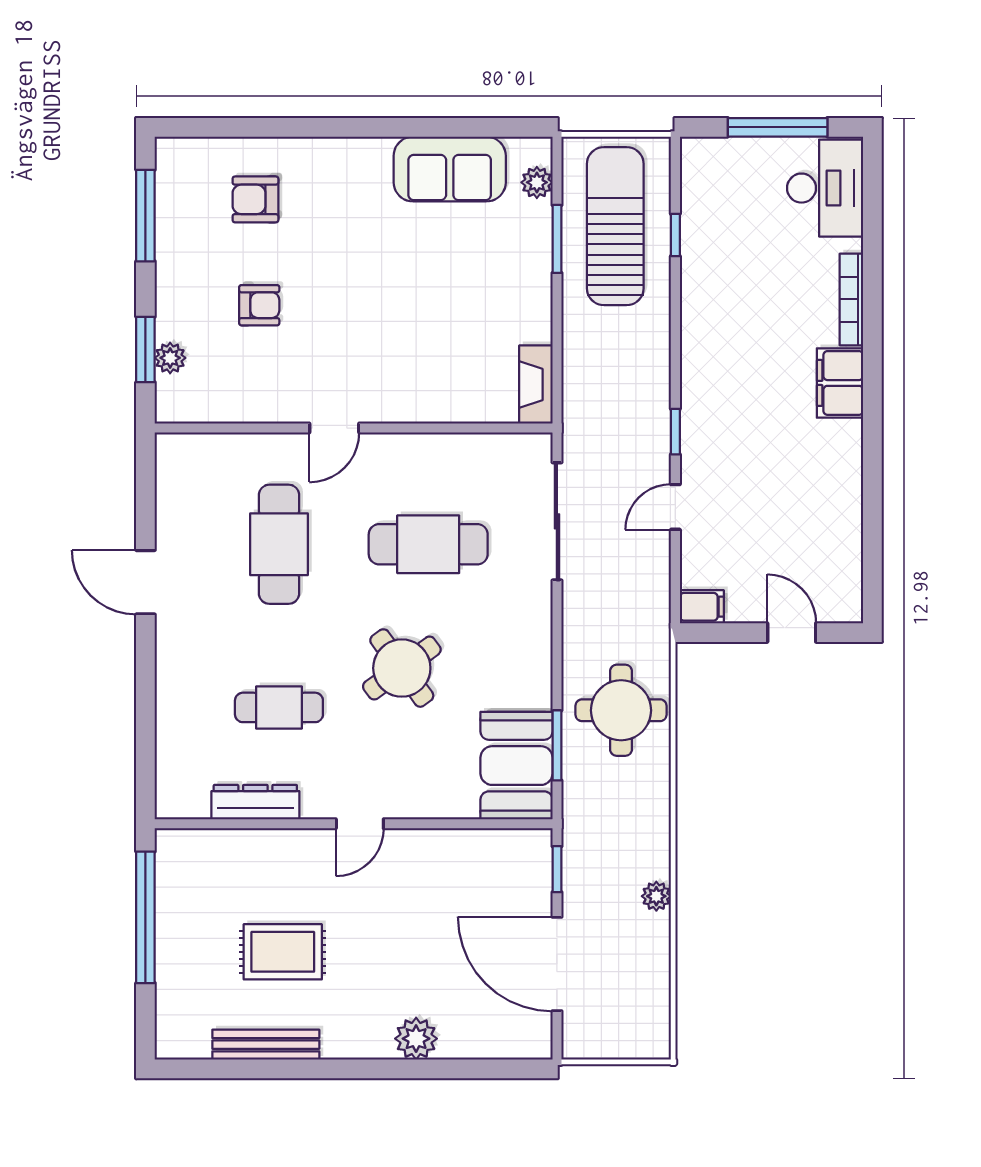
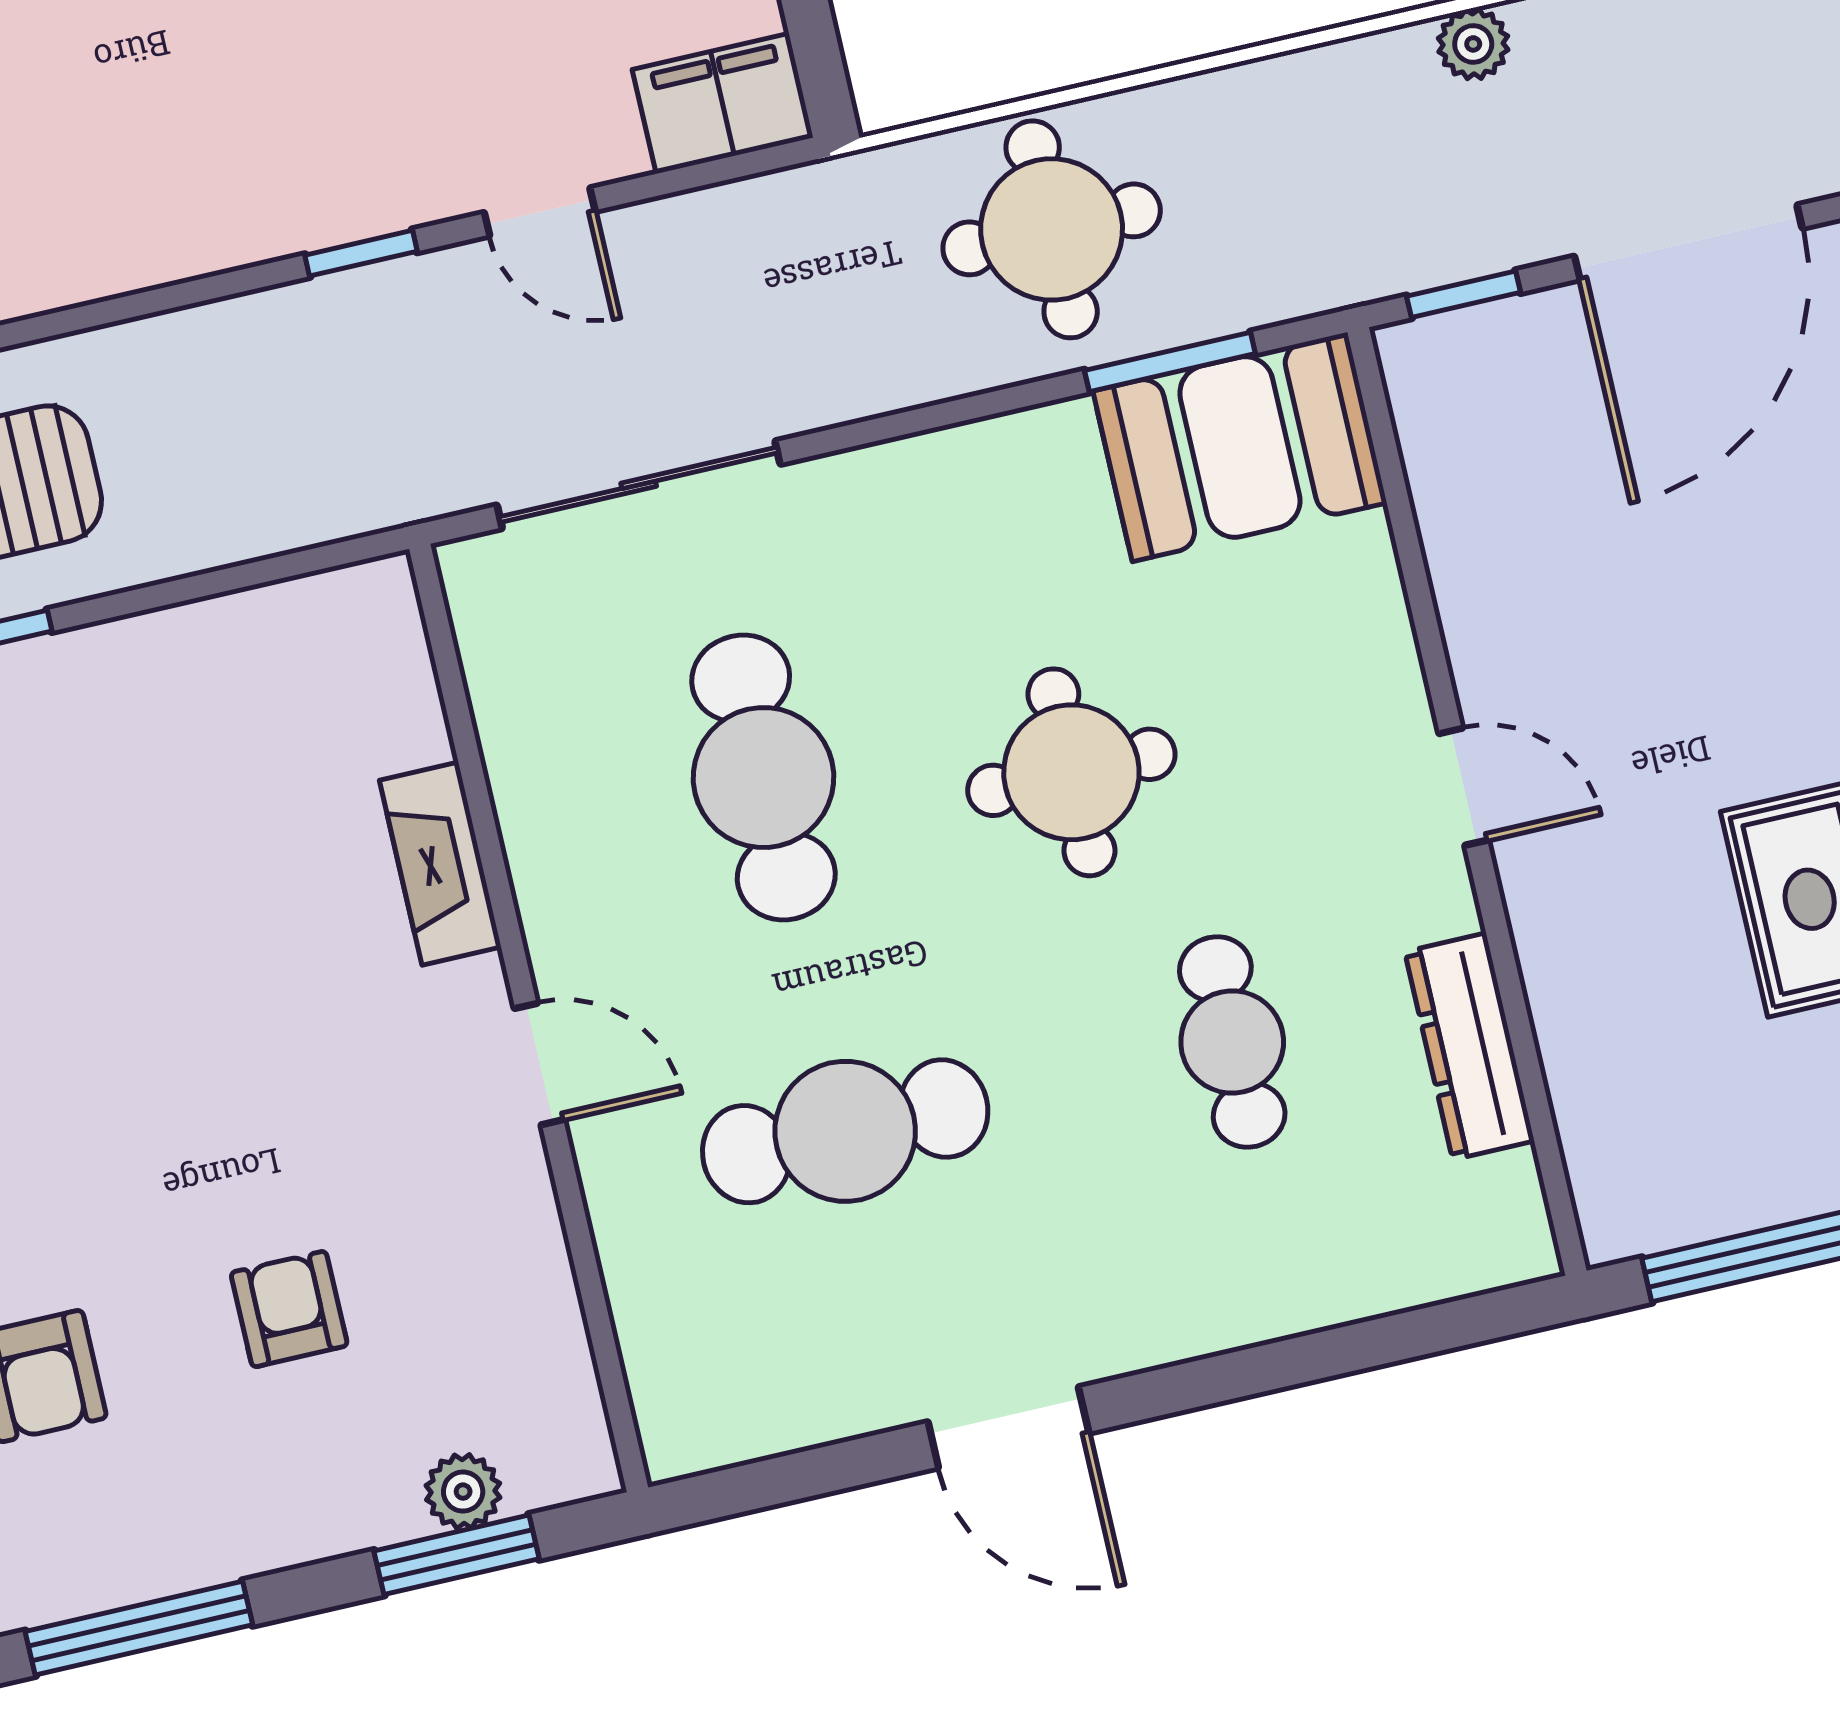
fireplace: (536, 385) -> (440, 864), moved, turned 90
door: (145, 582) -> (1008, 1427), hinge flipped
filing cabinet: (702, 607) -> (723, 104), width x2.00
round table: (402, 668) -> (1071, 772), turned 36

